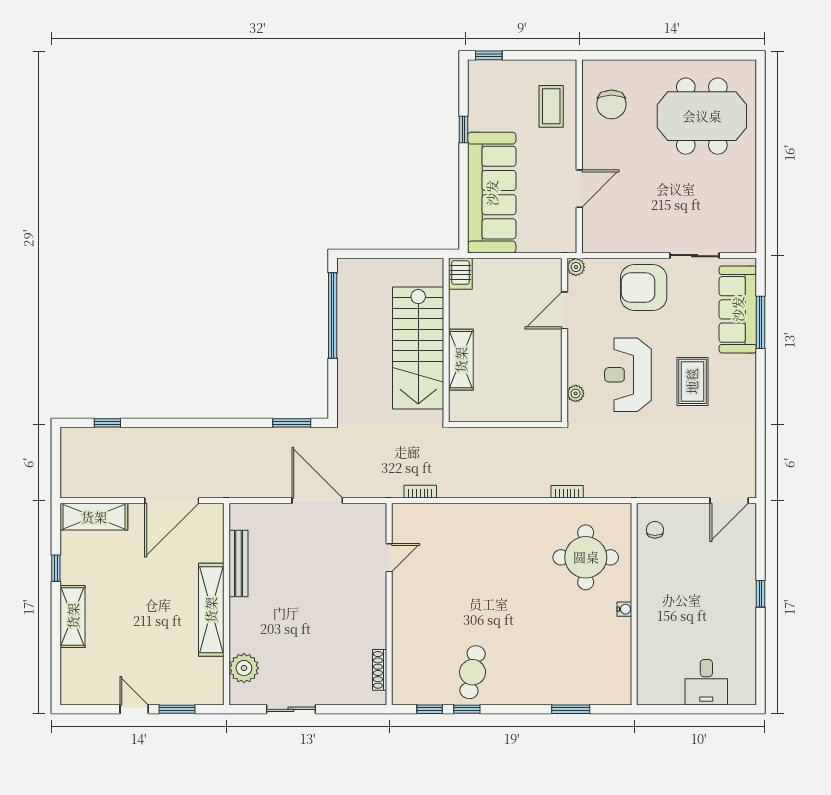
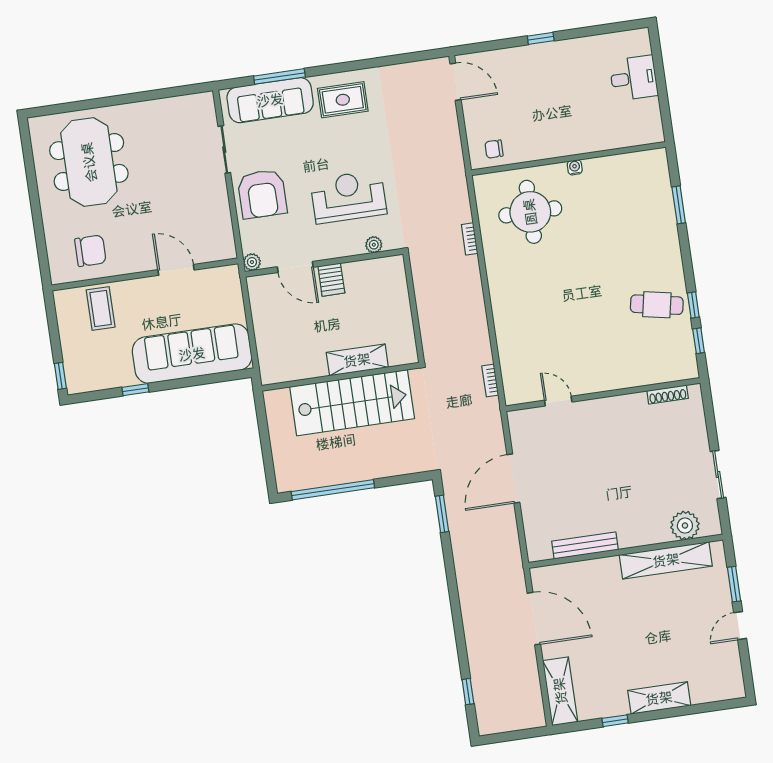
coffee table: (551, 106) -> (101, 308), turned 90
server rack: (460, 274) -> (331, 280), moved, turned 90
reception desk: (628, 375) -> (348, 197), turned 180
rug: (692, 381) -> (343, 100), moved
shelving: (211, 610) -> (666, 560), moved

